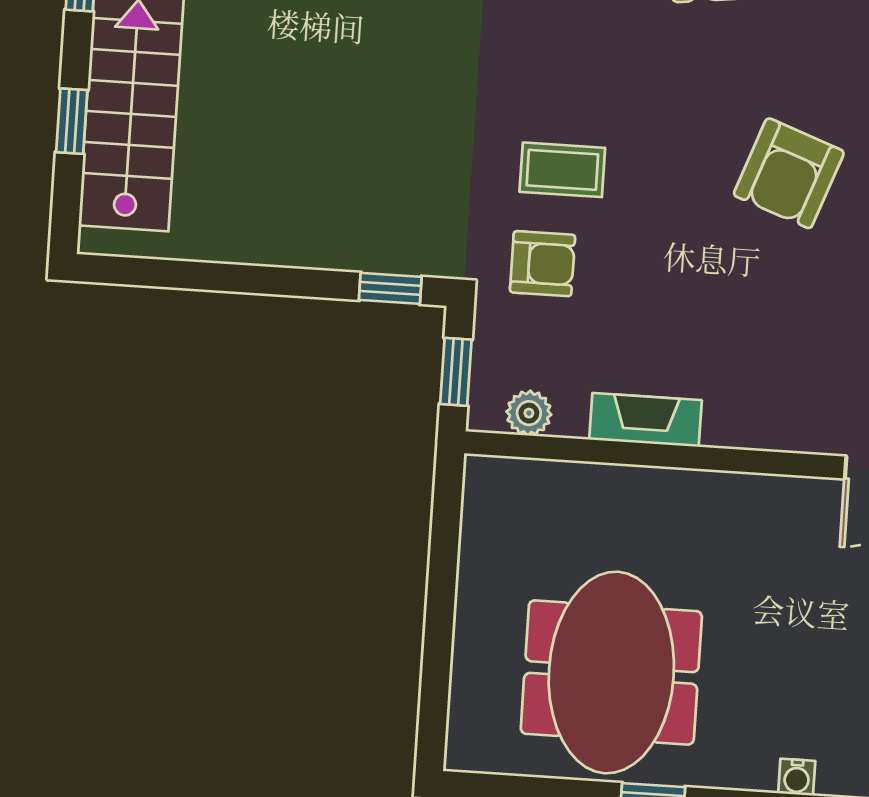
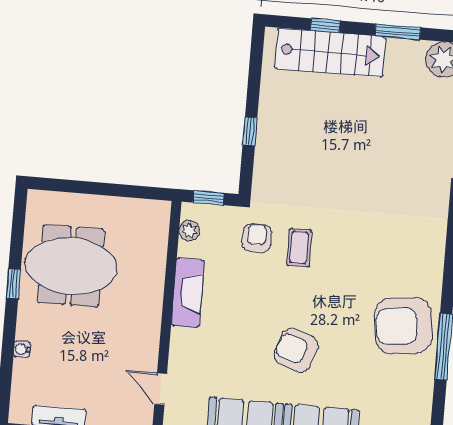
armchair: (543, 264) -> (257, 238), turned 180
window: (390, 288) -> (250, 131), moved
fireplace: (646, 420) -> (188, 293), width x1.37, depth x1.32

